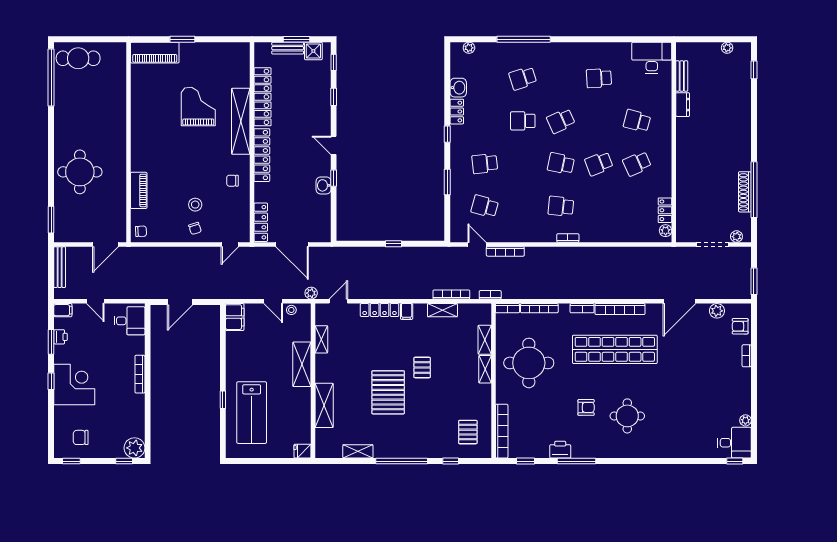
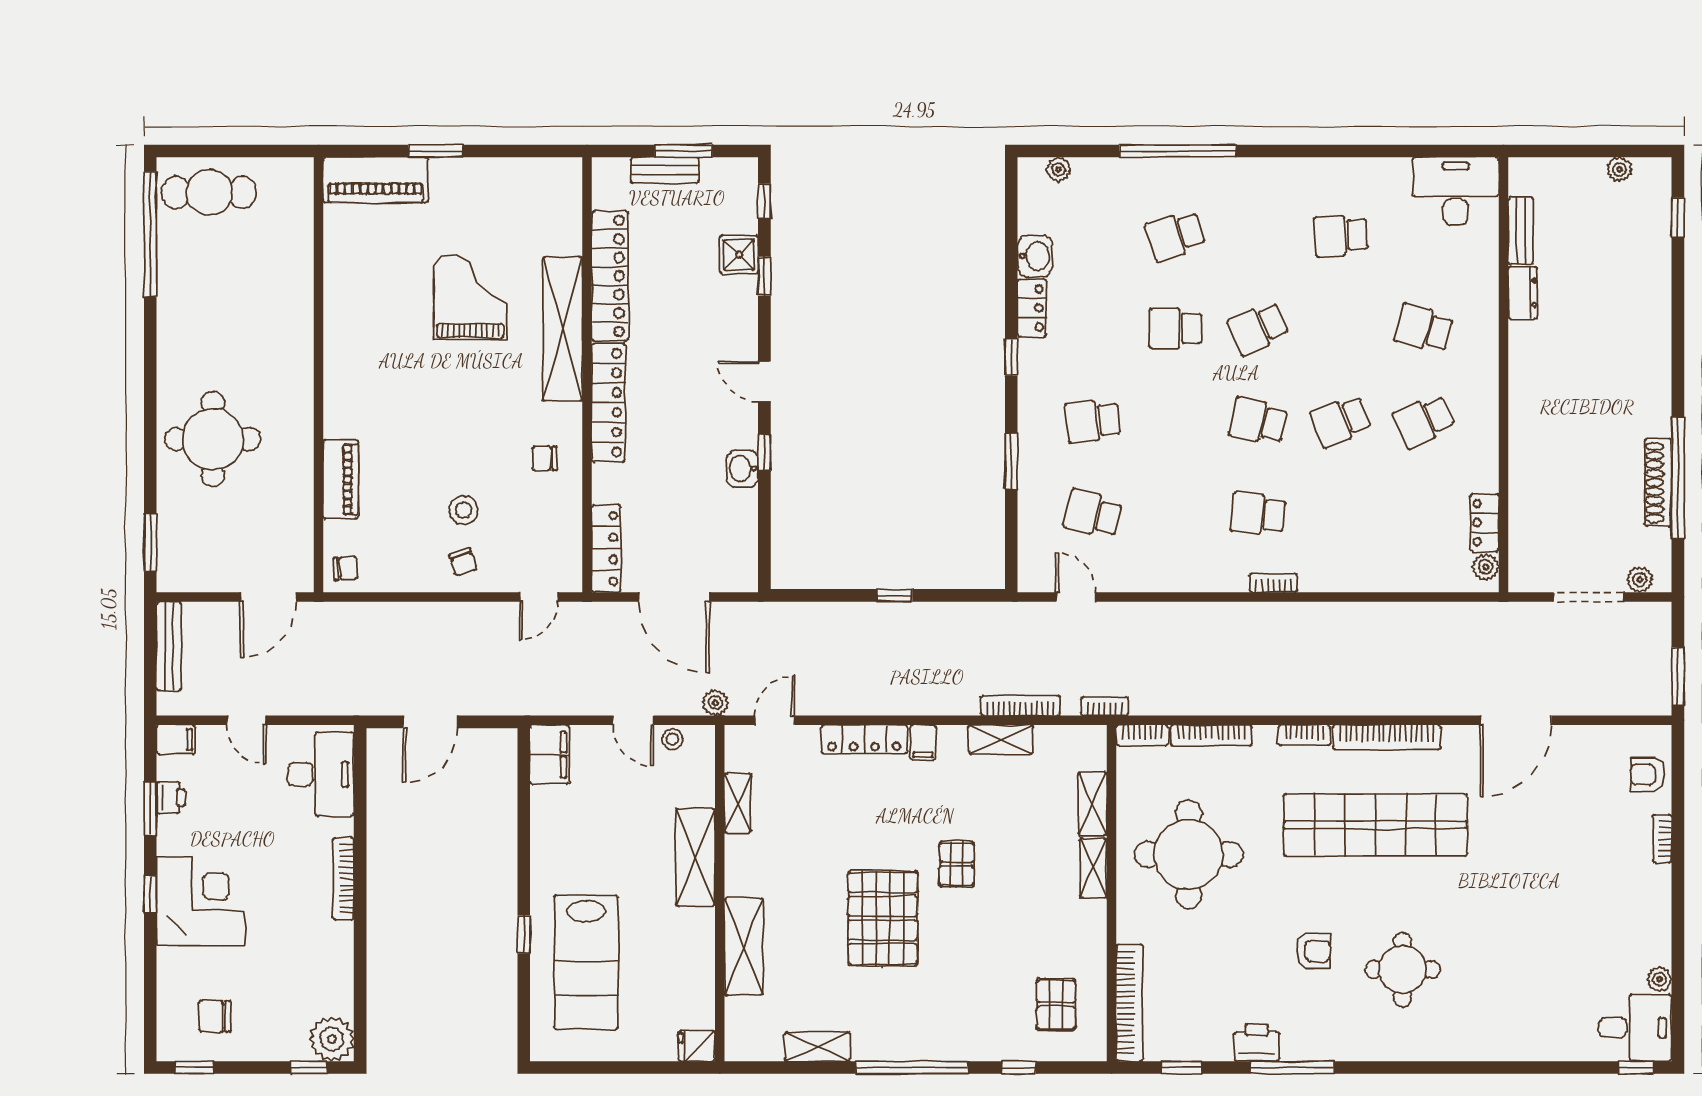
shower: (313, 51) -> (739, 255), moved
bookcase: (505, 251) -> (1137, 612), removed
plant: (717, 311) -> (1597, 741), removed
desk: (130, 321) -> (321, 774), width x1.37

